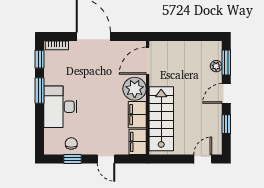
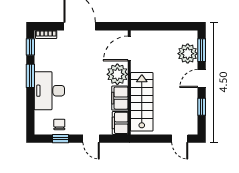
plant: (216, 66) -> (188, 54), width x1.88, depth x1.88
door: (203, 159) -> (180, 139), swing flipped

